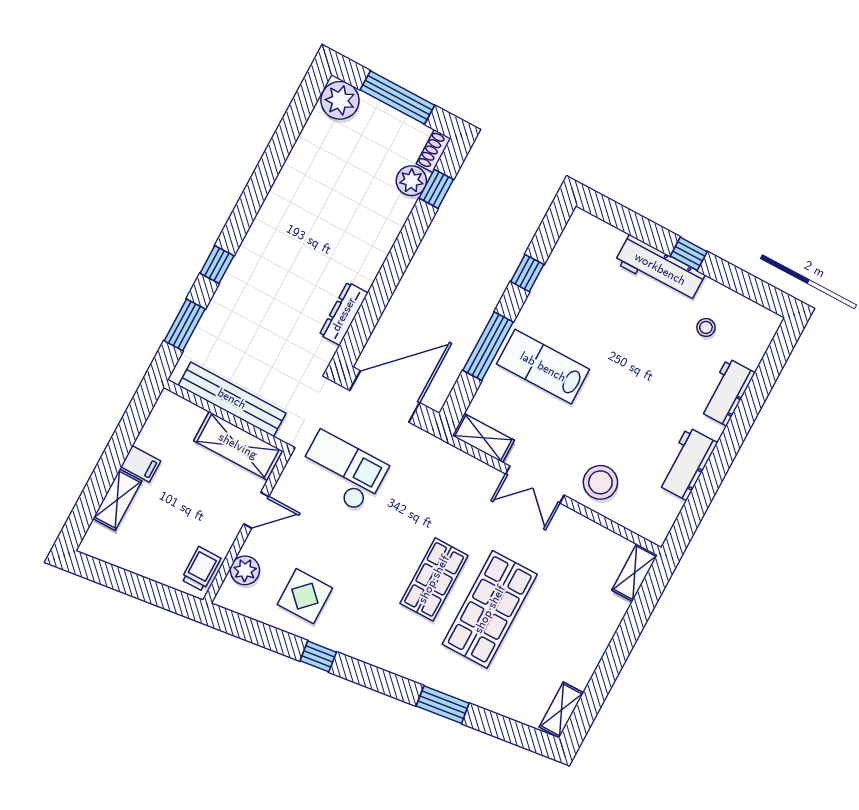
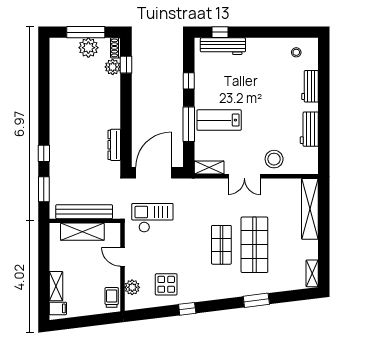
plant: (340, 100) -> (88, 48), moved
window: (689, 254) -> (220, 32), moved
workbench: (660, 269) -> (223, 46), moved
stool: (706, 327) -> (296, 52), moved
shelving: (238, 446) -> (82, 232), moved
filing cabinet: (141, 464) -> (58, 308), moved
door: (256, 510) -> (123, 257), swing flipped
shelving: (635, 573) -> (310, 209), width x2.20, depth x1.33

